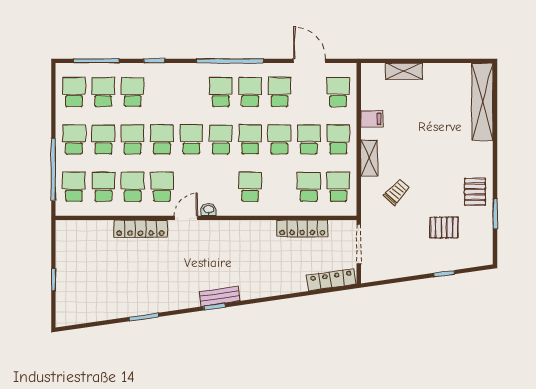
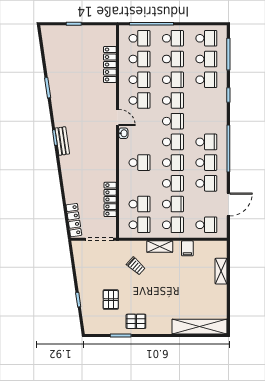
locker: (140, 229) -> (110, 65), moved

